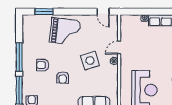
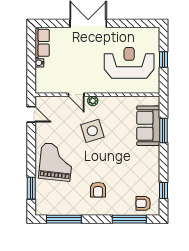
door: (103, 12) -> (31, 114), hinge flipped
window: (19, 57) -> (64, 219), moved
armchair: (63, 77) -> (113, 165), removed

